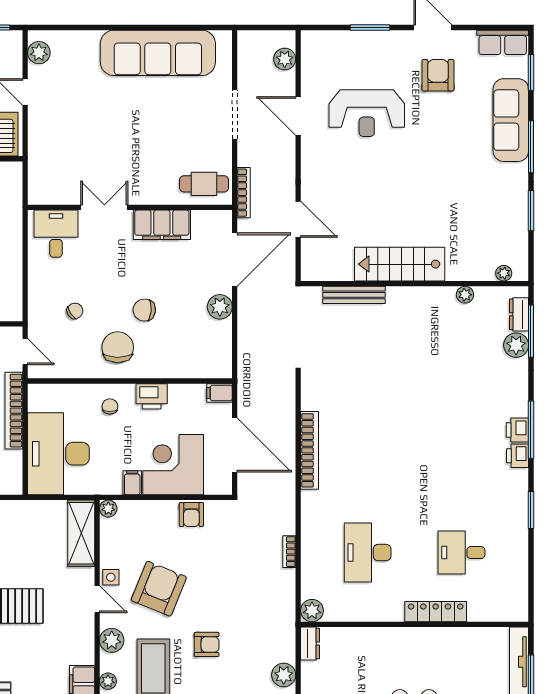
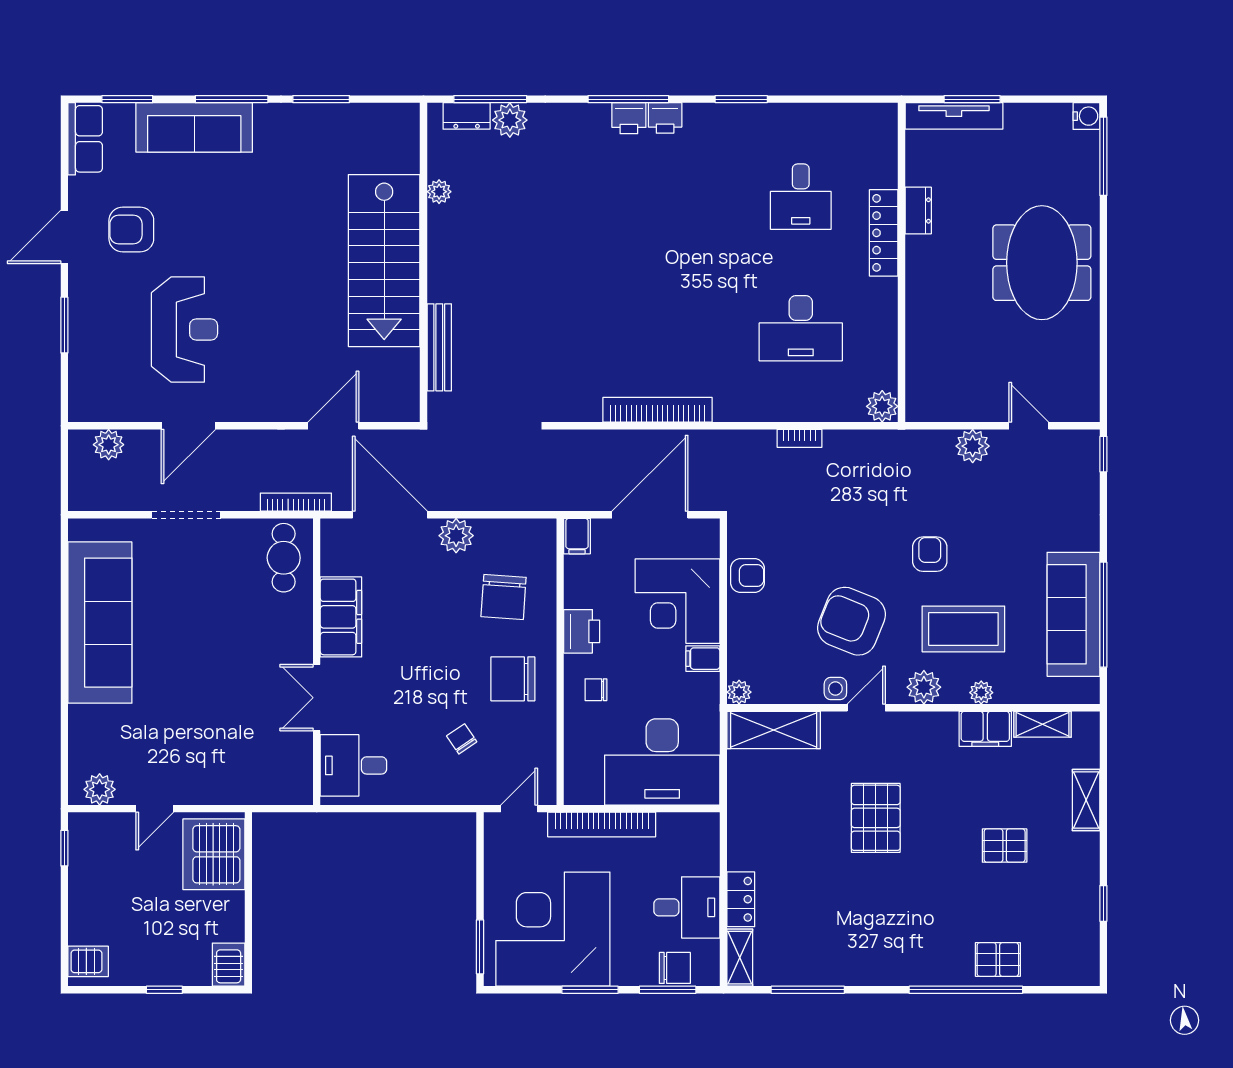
stairs: (400, 264) -> (384, 261), width x1.36, depth x1.51
plant: (504, 273) -> (409, 137), removed
chair: (144, 310) -> (504, 597), moved, width x1.37, depth x1.37
dresser: (310, 644) -> (918, 210), moved, turned 90

